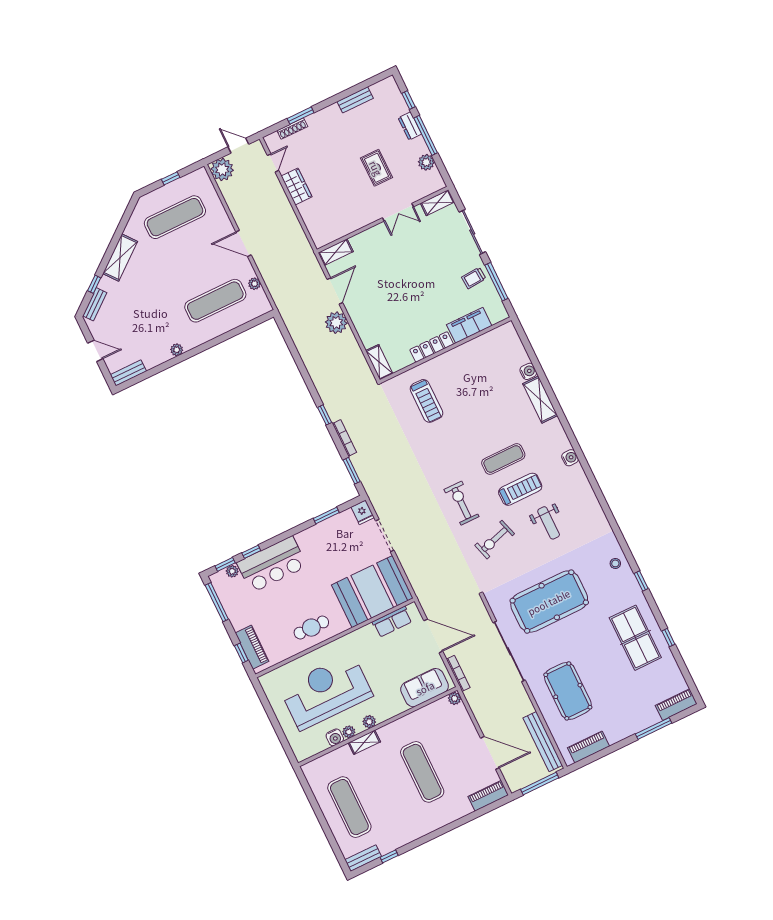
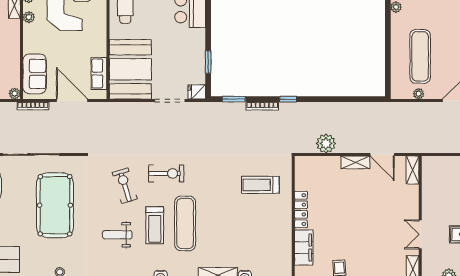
plant: (336, 323) -> (326, 143), moved
shelving: (379, 362) -> (355, 162), moved
exercise mat: (503, 459) -> (185, 223), width x1.36, depth x1.45
door: (433, 636) -> (72, 100), swing flipped

